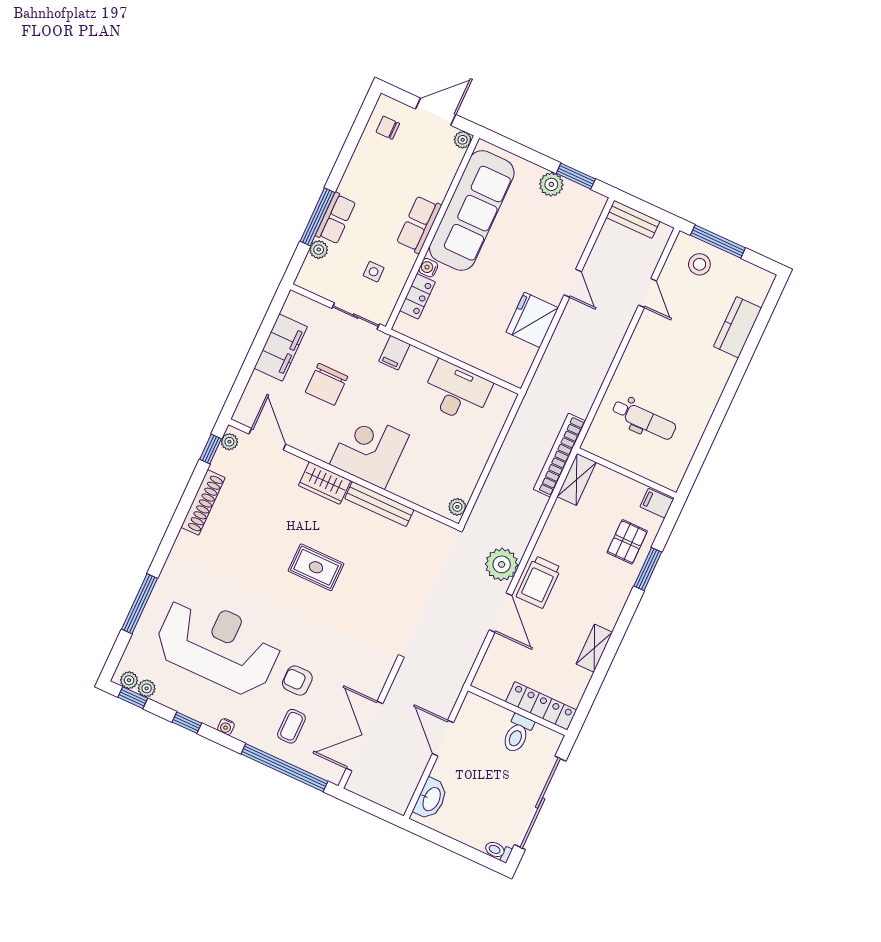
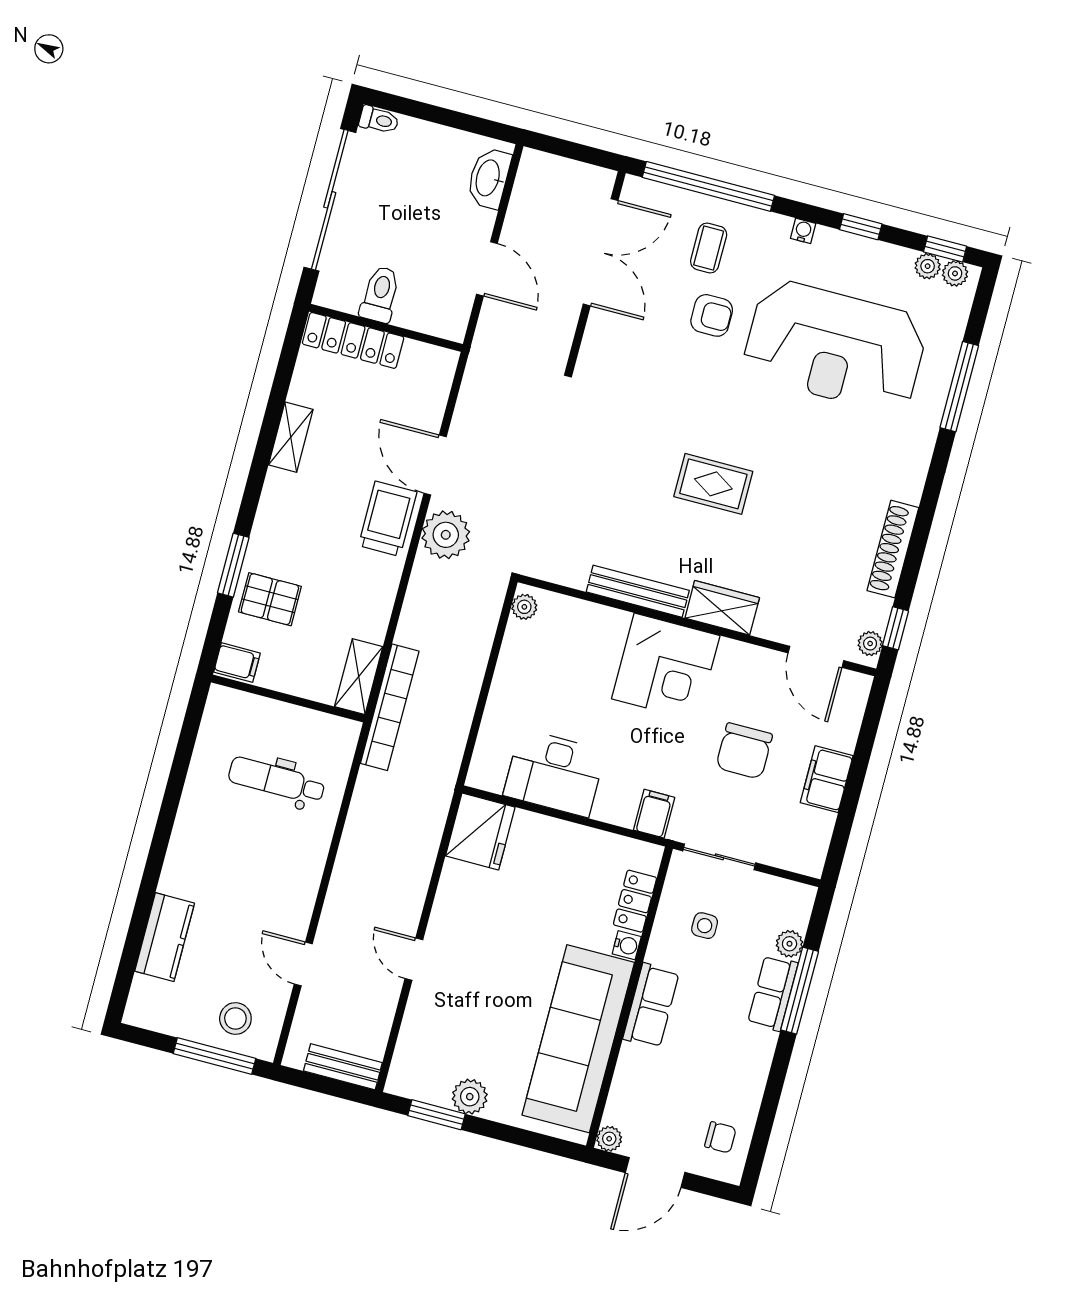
fridge: (532, 320) -> (480, 831), moved
filing cabinet: (281, 347) -> (827, 779), width x0.67, depth x0.86
chair: (327, 384) -> (744, 751), turned 180
pallet: (627, 542) -> (270, 599), turned 90

